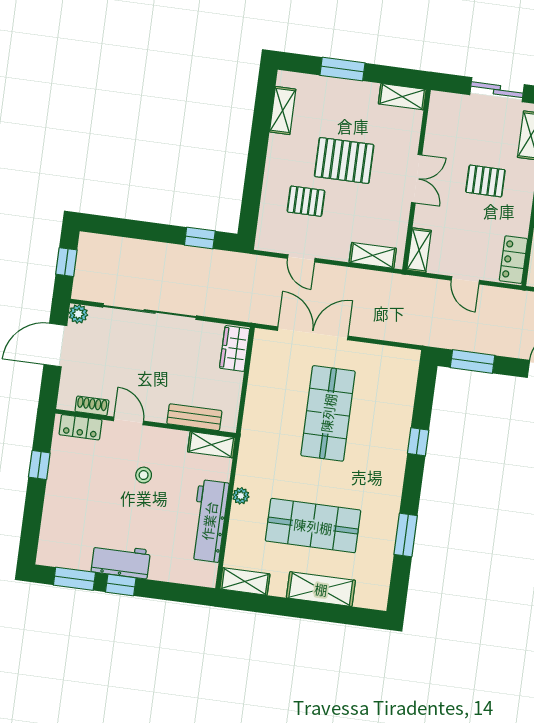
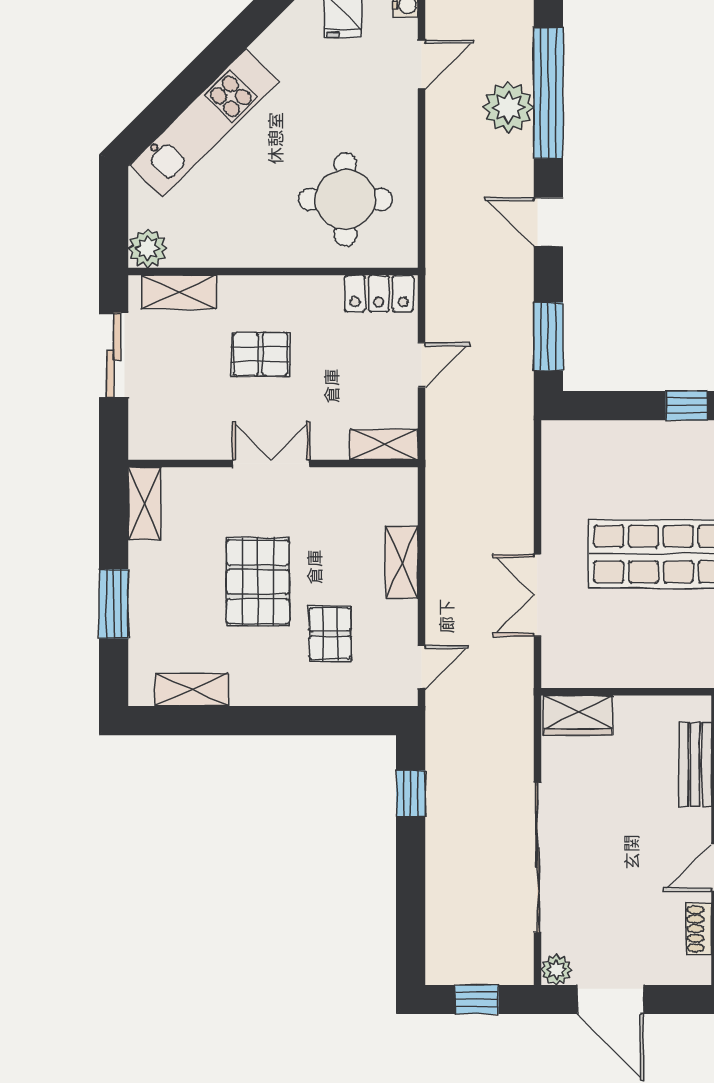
pallet: (485, 181) -> (260, 354), turned 90
shelving: (373, 255) -> (402, 562), moved
door: (301, 258) -> (422, 667), moved
double door: (313, 333) -> (537, 595), width x0.73

